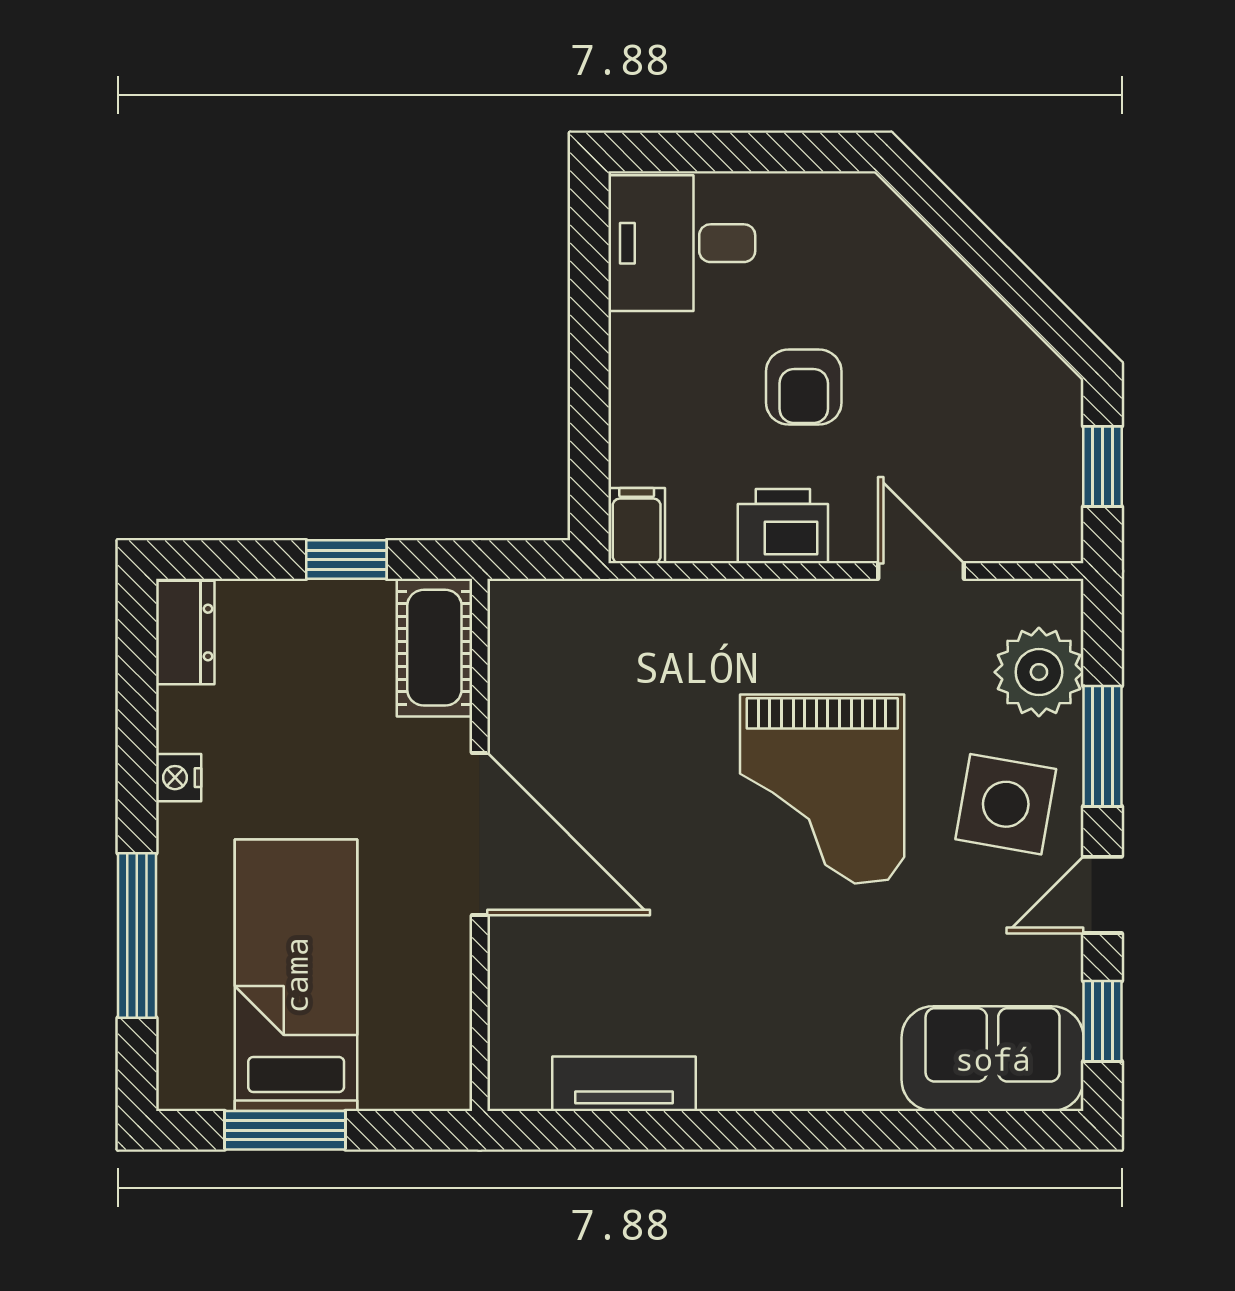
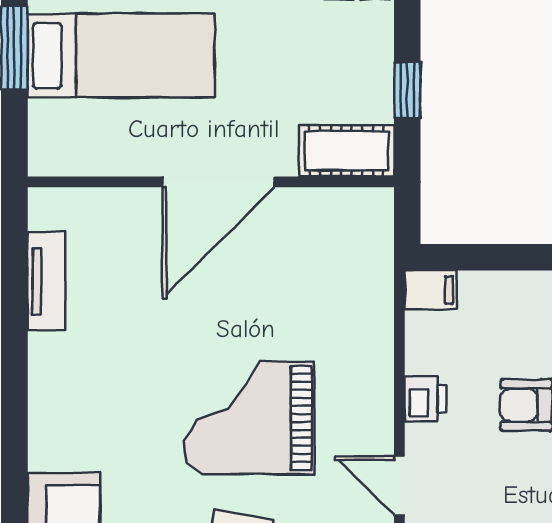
printer: (783, 526) -> (425, 399), width x0.73, depth x0.81
door: (921, 571) -> (399, 486), swing flipped

